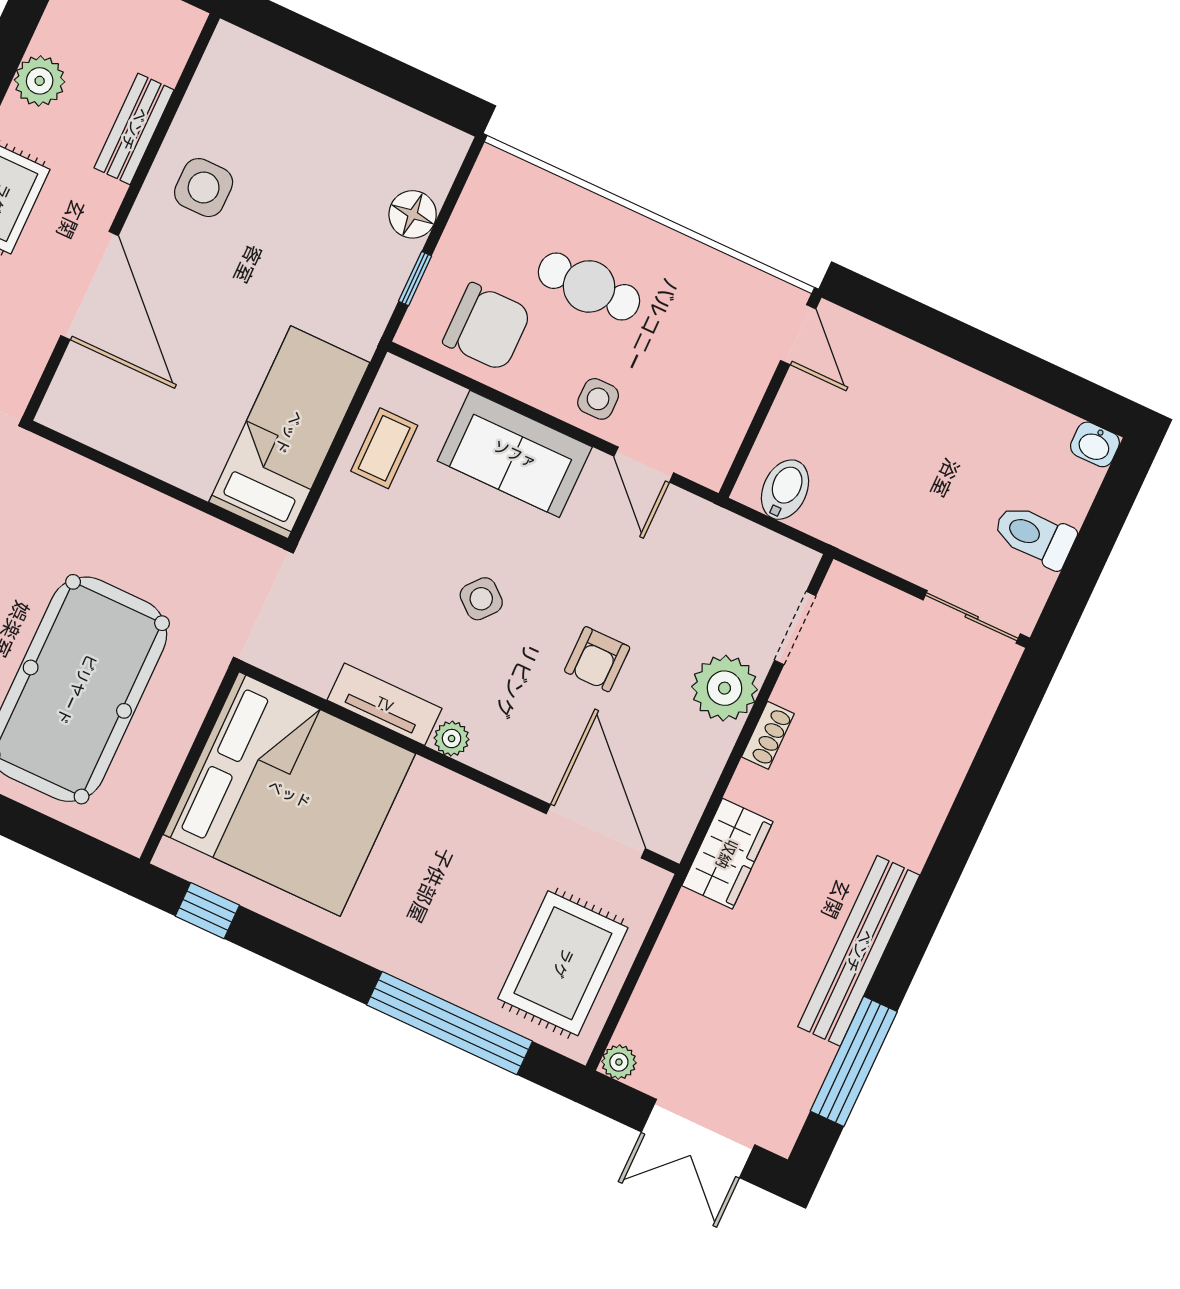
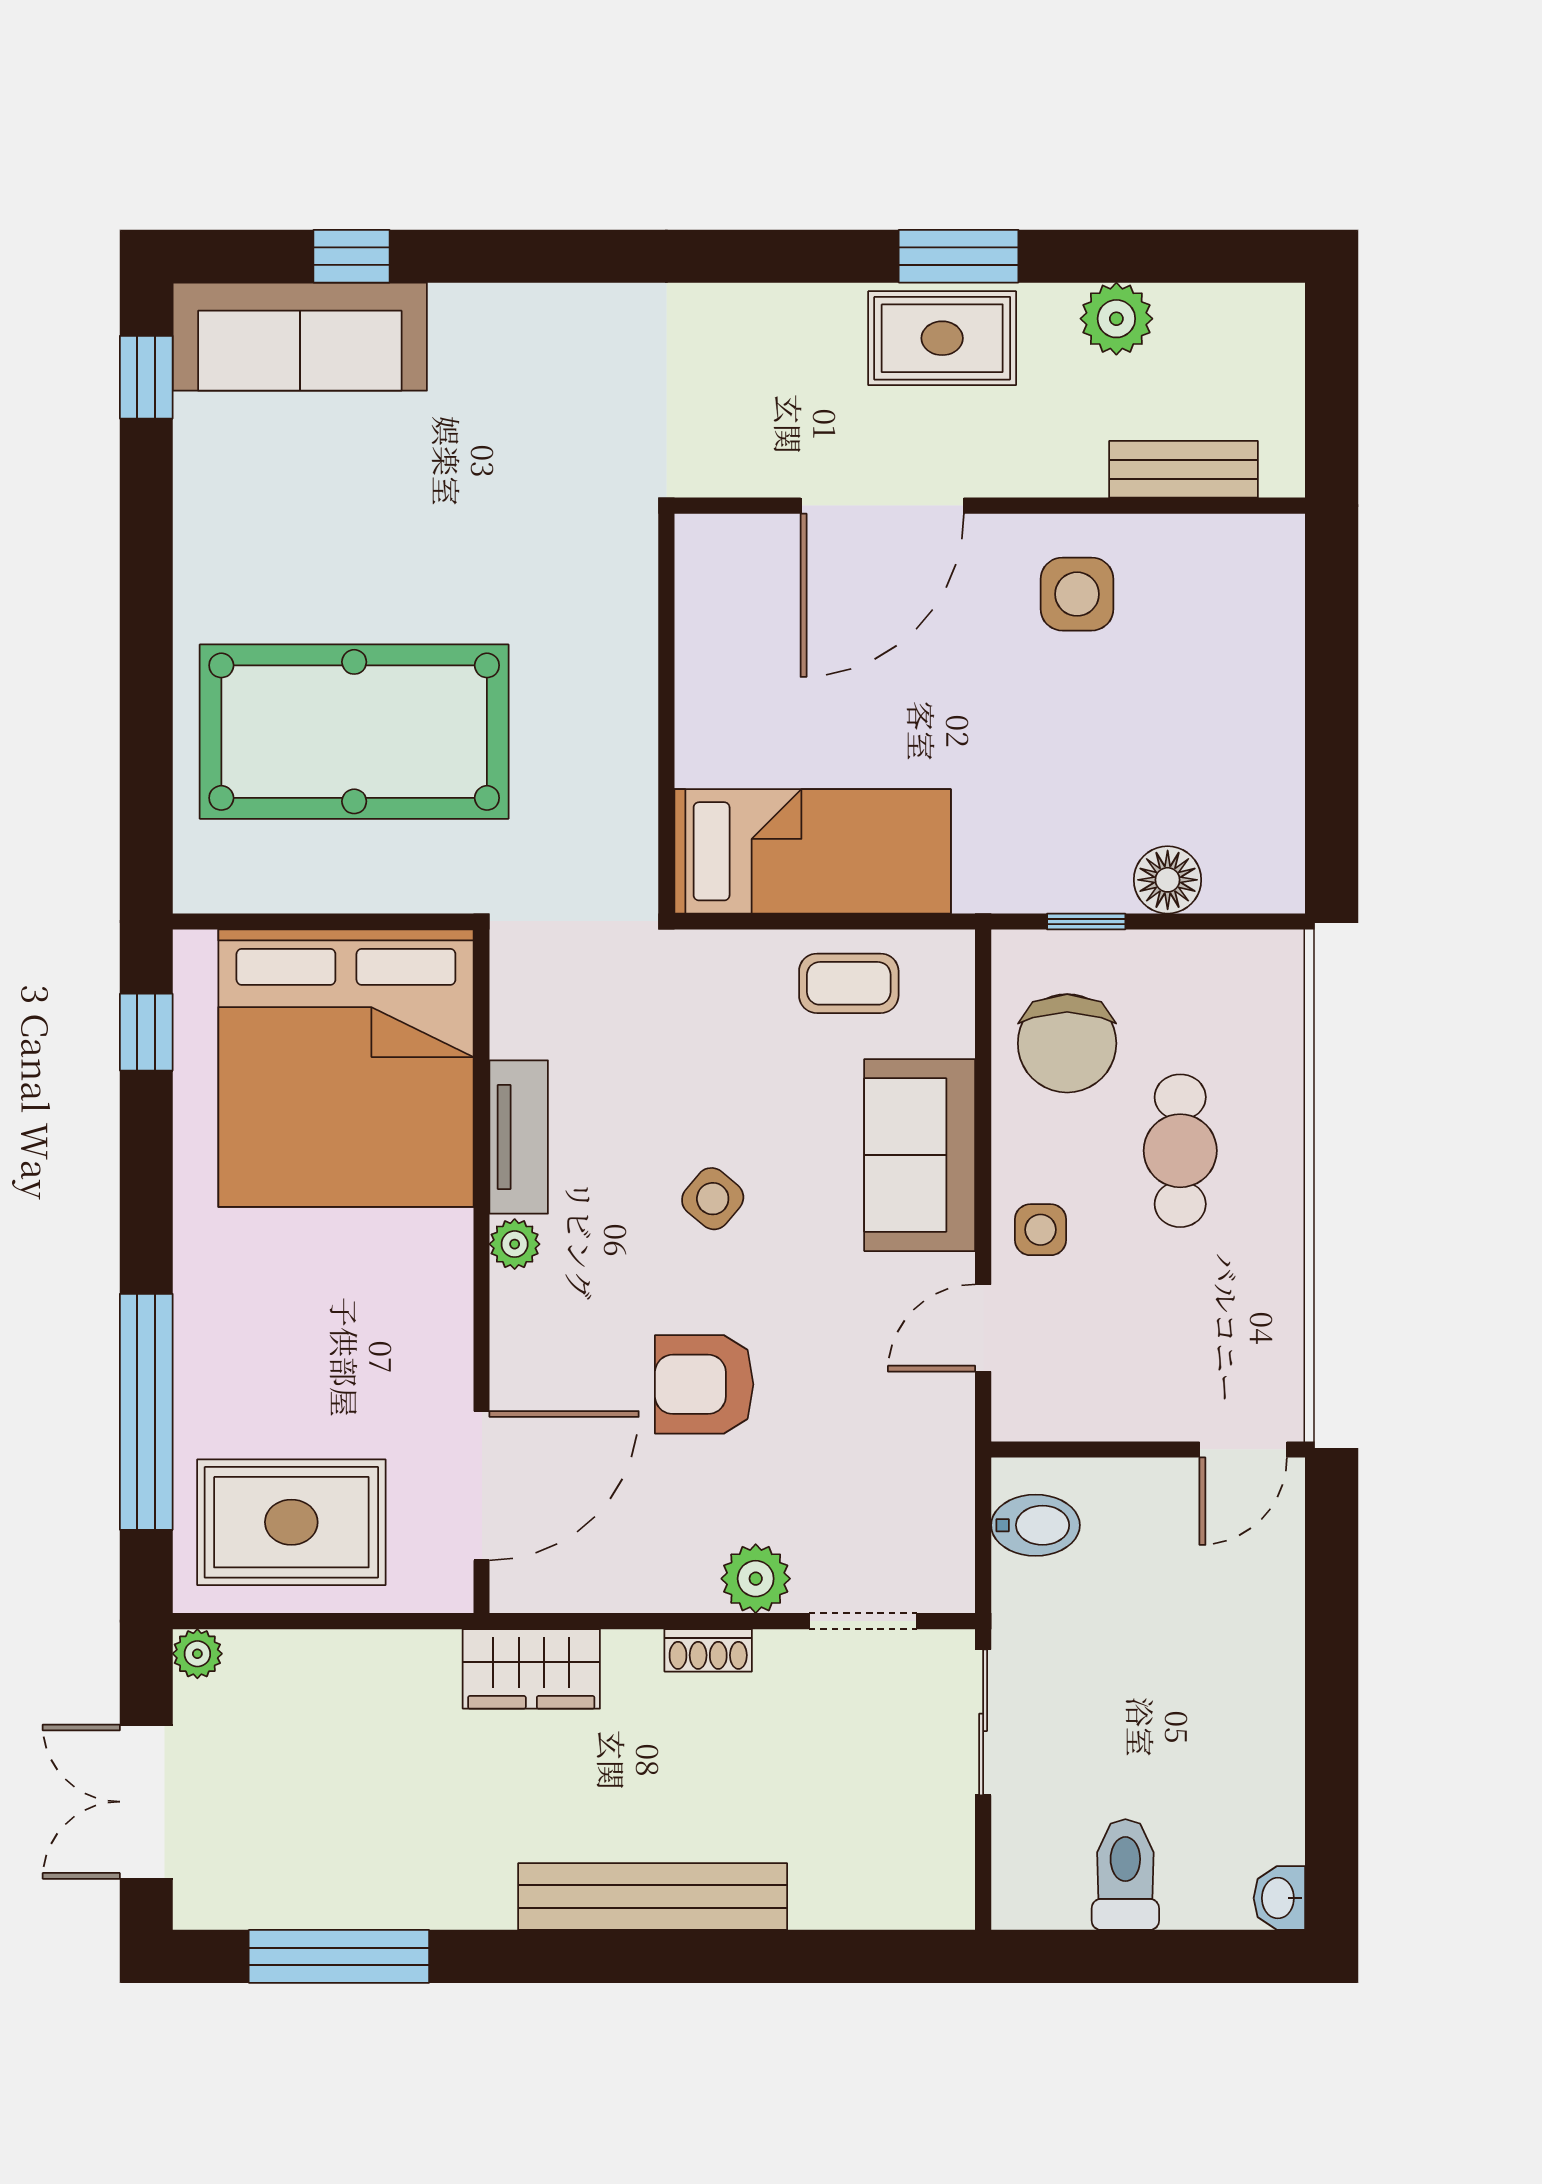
bench: (134, 129) -> (1183, 469), moved
sliding door: (972, 617) -> (983, 1722), moved
armchair: (597, 659) -> (704, 1384), width x1.38, depth x1.38
plant: (725, 688) -> (756, 1579), width x0.73, depth x0.73
bench: (859, 951) -> (653, 1897), moved

